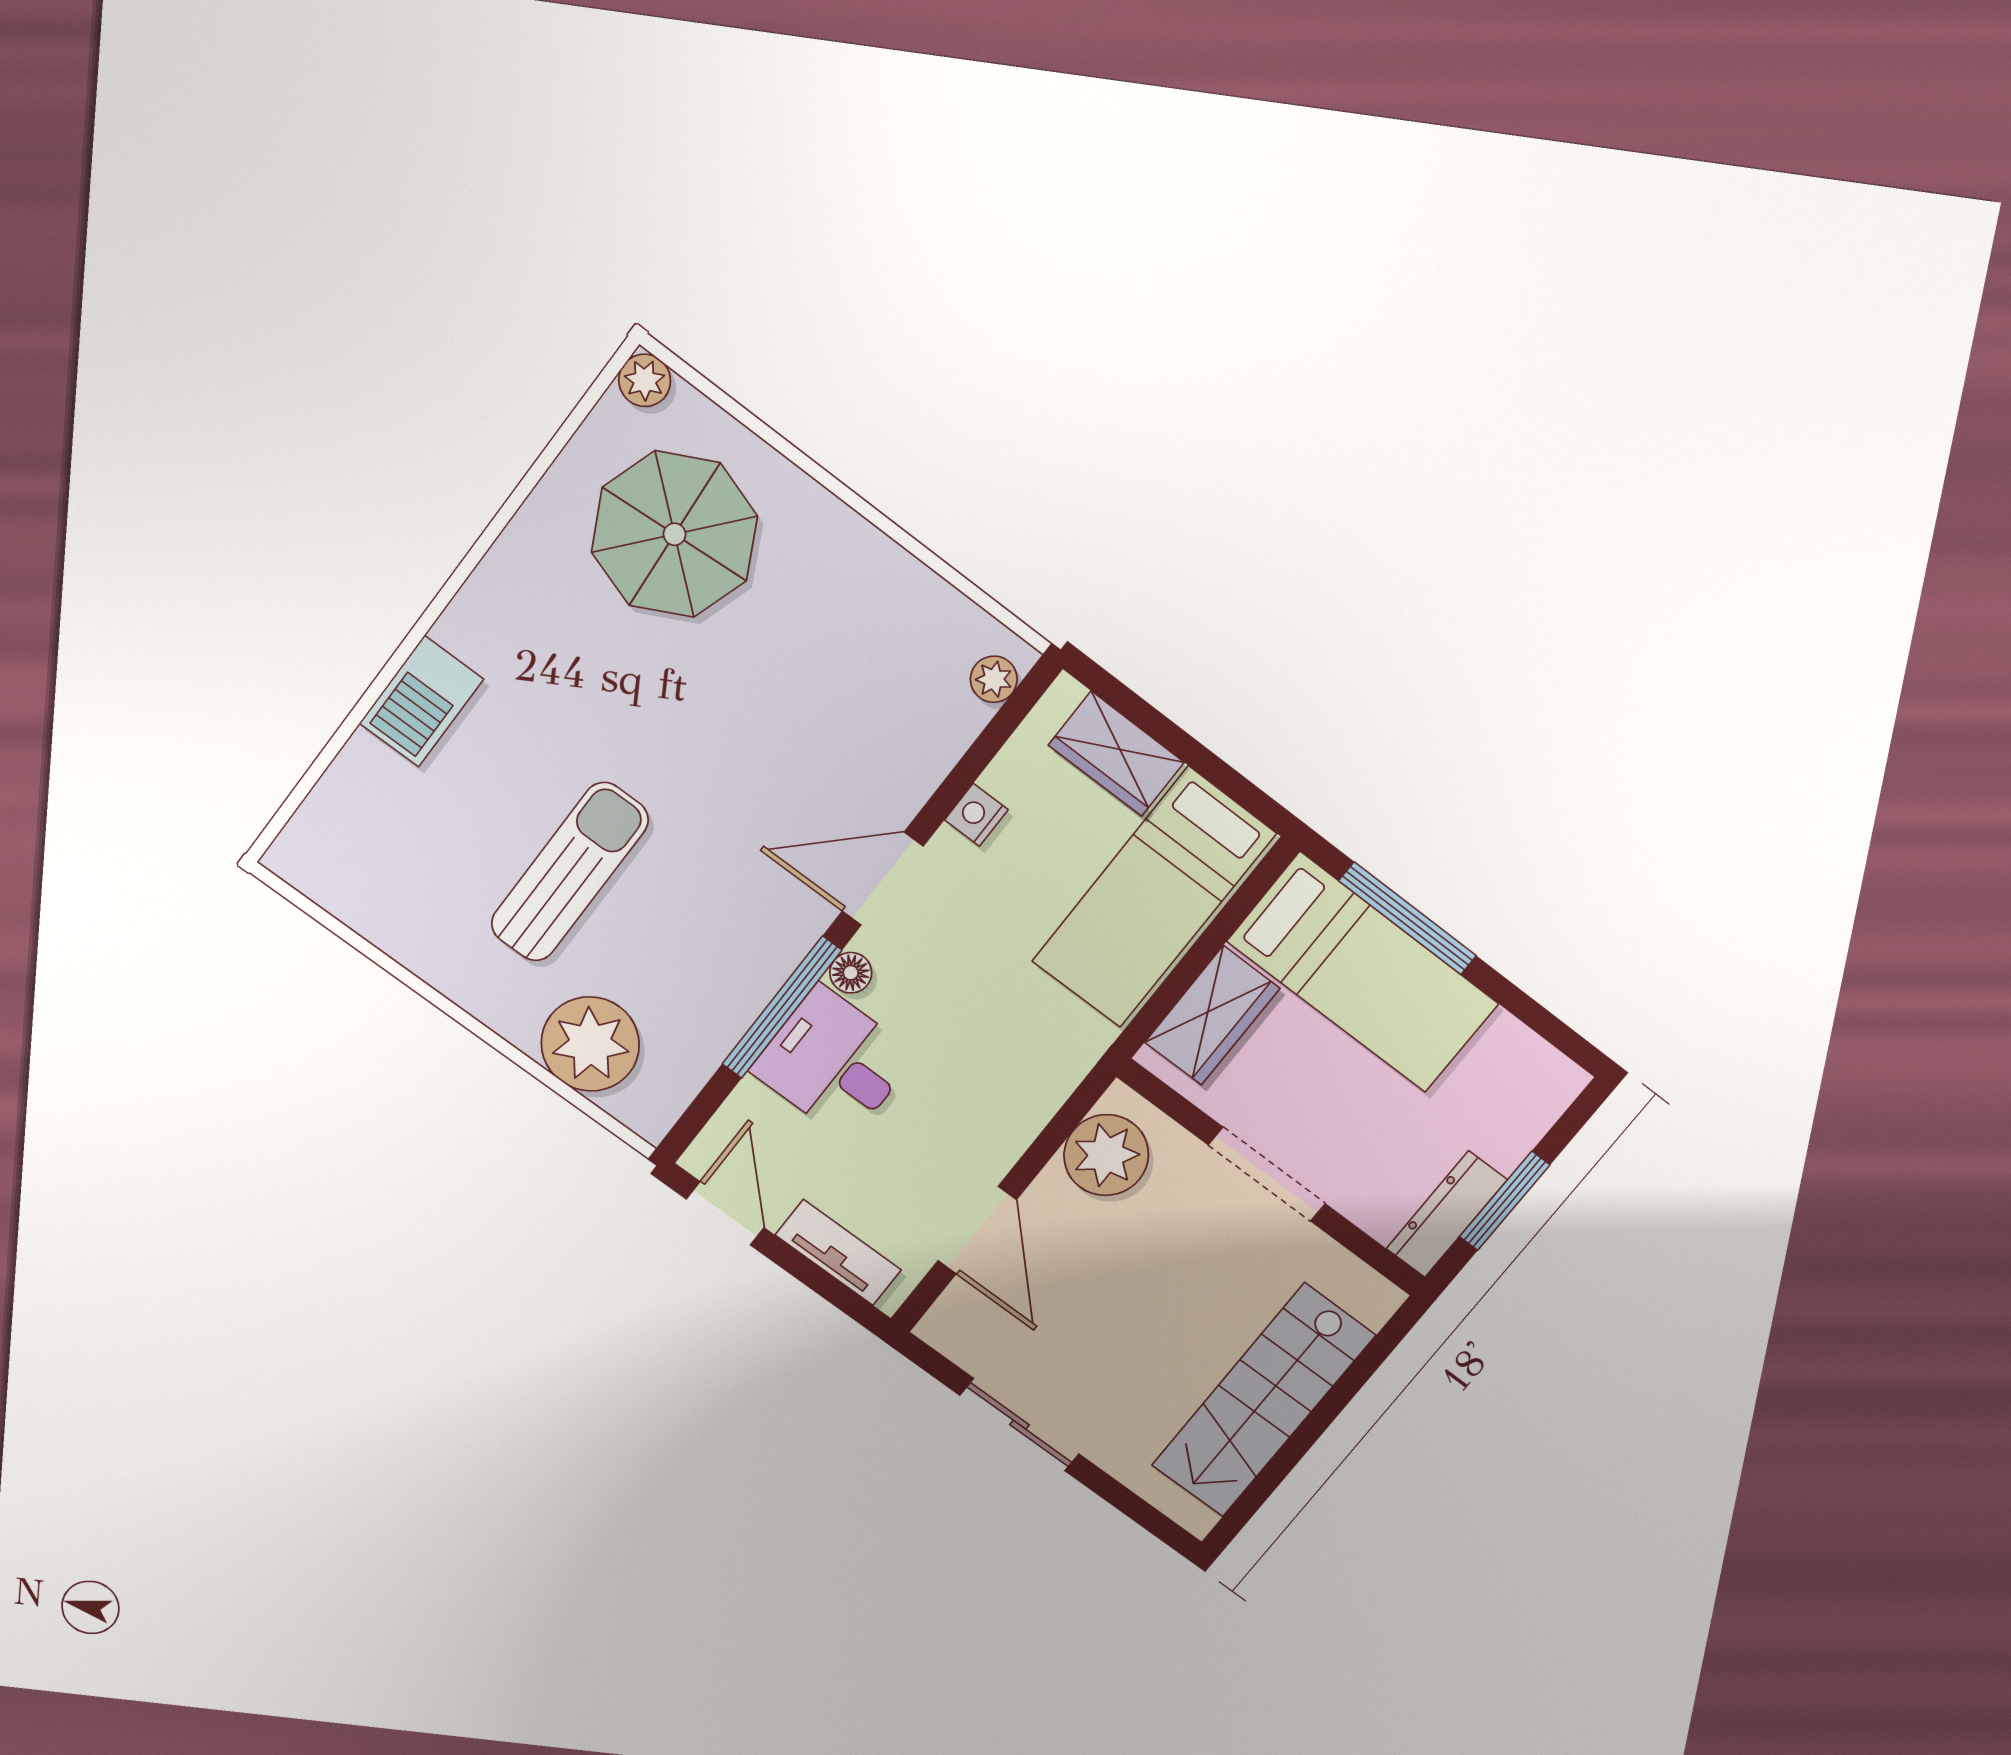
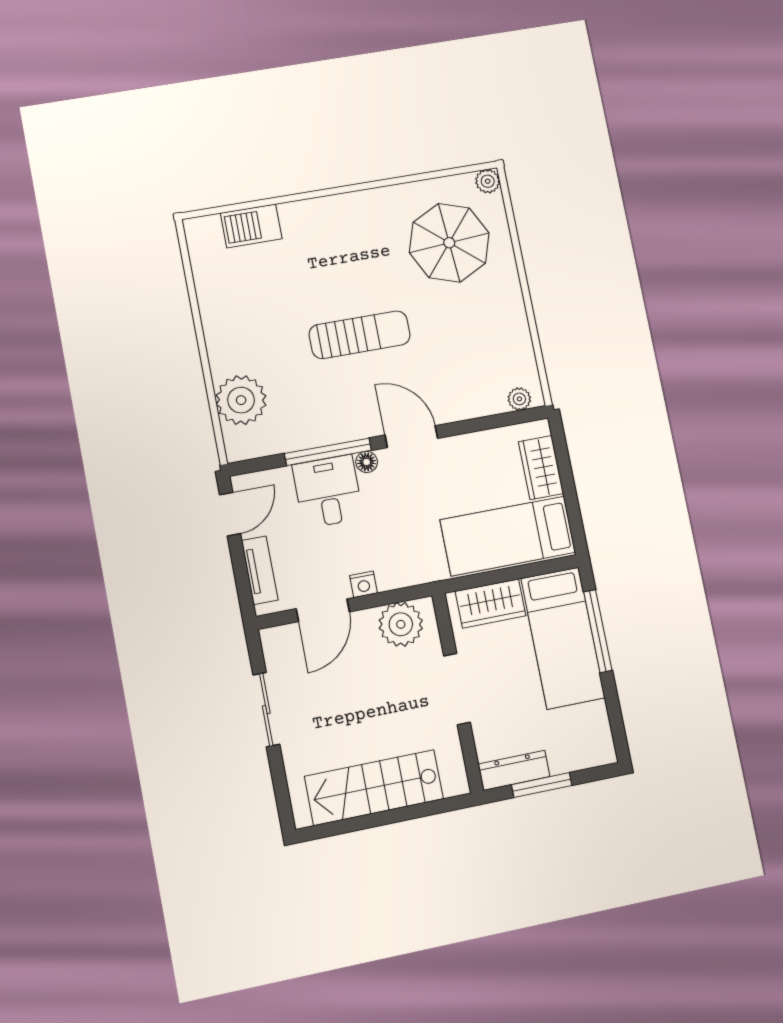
barbecue: (421, 701) -> (251, 226), moved
nightstand: (976, 815) -> (364, 584), moved, turned 180
sun lounger: (570, 872) -> (360, 335), moved

